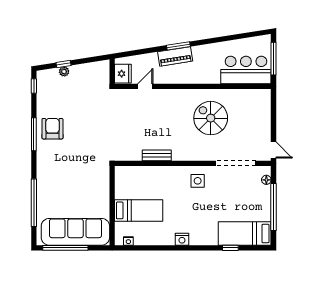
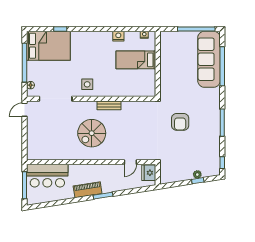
piano: (175, 56) -> (88, 190), moved
spiral stairs: (211, 118) -> (92, 133), moved, turned 90
armchair: (52, 129) -> (180, 122), moved
door: (274, 150) -> (25, 110), hinge flipped
bench: (157, 155) -> (109, 105), moved
sofa: (75, 232) -> (209, 59), moved, turned 90
bed: (245, 234) -> (48, 46), width x1.50
nightstand: (182, 239) -> (118, 36), moved

